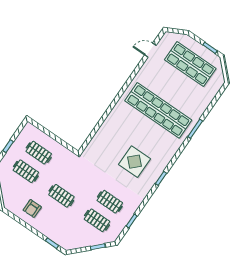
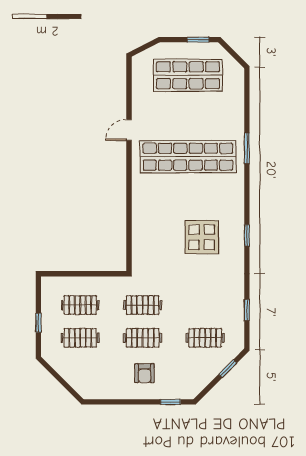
door: (150, 50) -> (129, 130), moved
clothes rail: (110, 202) -> (143, 305), moved
armchair: (32, 208) -> (144, 373), moved

